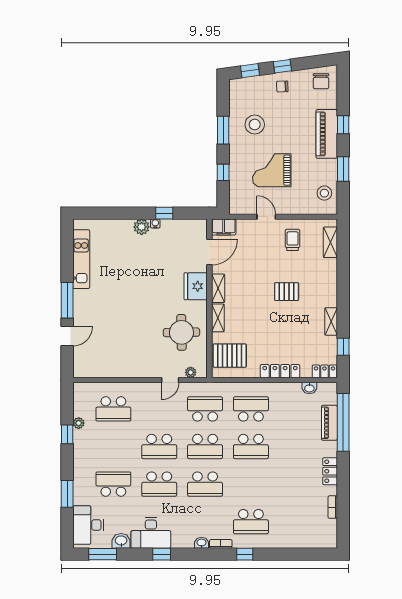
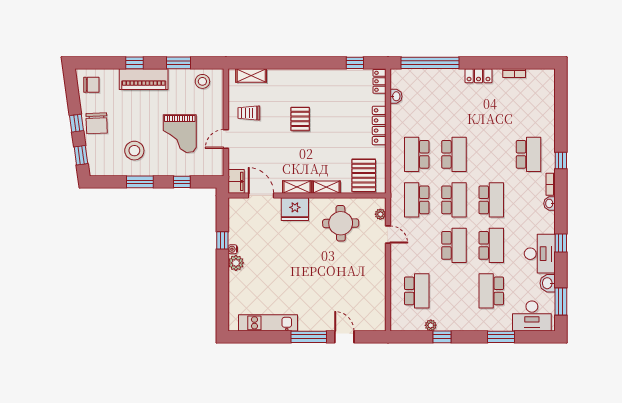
chair: (282, 86) -> (97, 123), width x1.87, depth x1.87
shelving: (331, 321) -> (330, 75), removed
piano: (329, 423) -> (430, 76), removed

